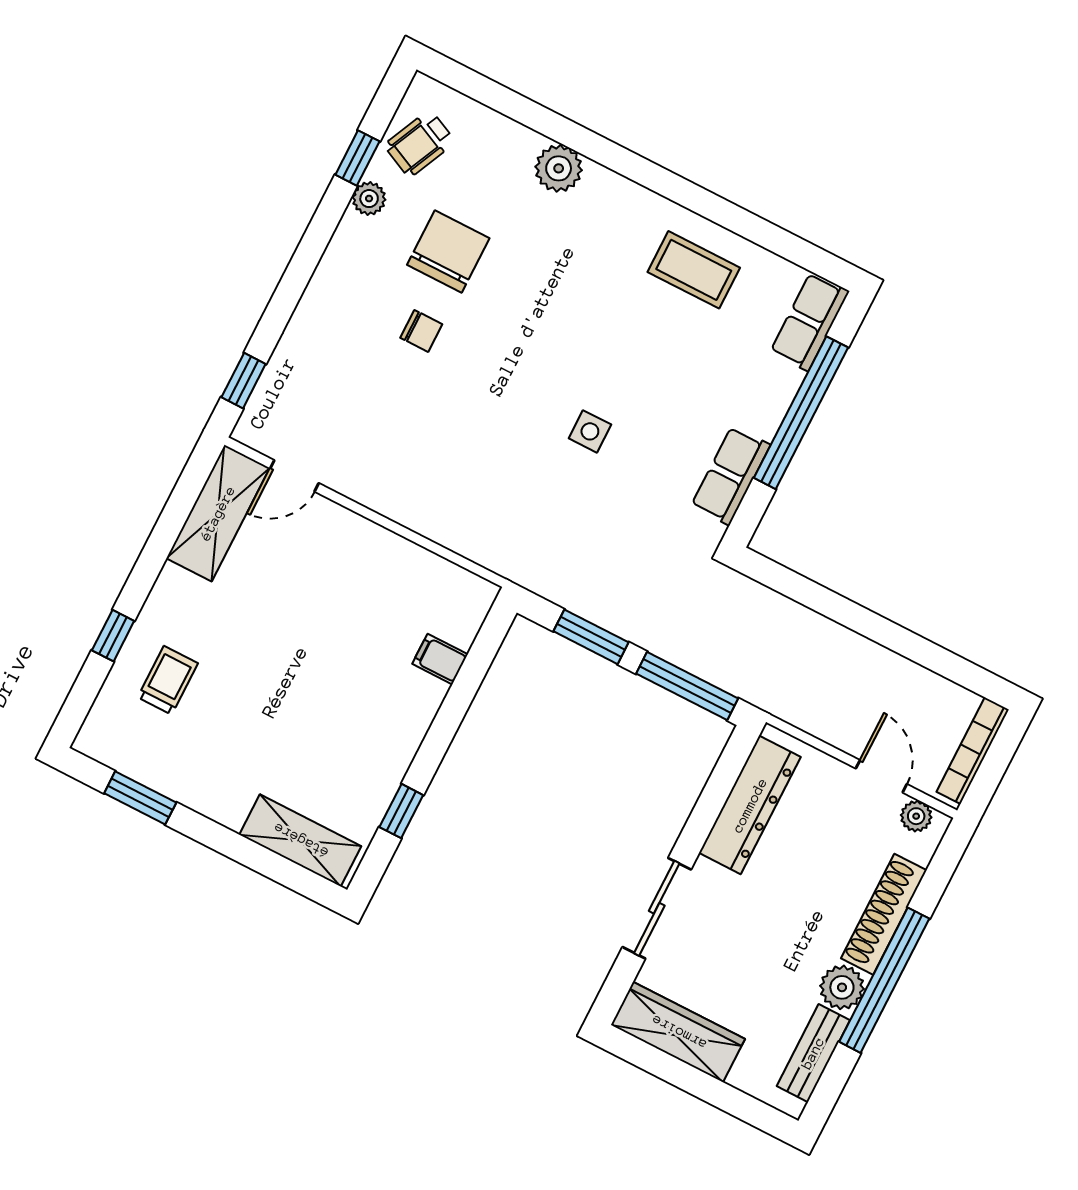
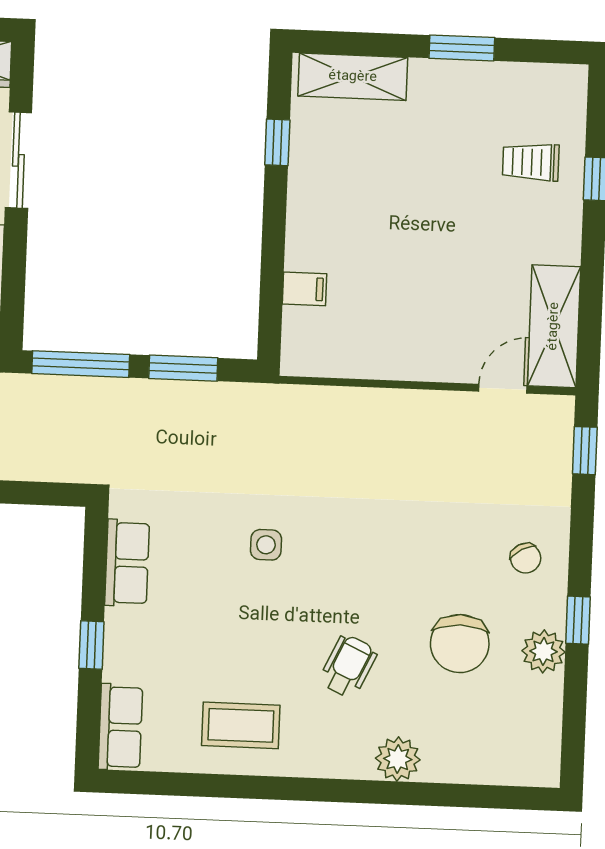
wheelchair: (420, 144) -> (348, 666), moved
window: (357, 158) -> (578, 620), moved
plant: (369, 199) -> (543, 651), width x1.38, depth x1.38
chair: (421, 331) -> (526, 558), moved, turned -119
window: (801, 413) -> (91, 645), width x0.32
trolley: (168, 680) -> (531, 162), turned 90
window: (140, 798) -> (462, 48), moved

